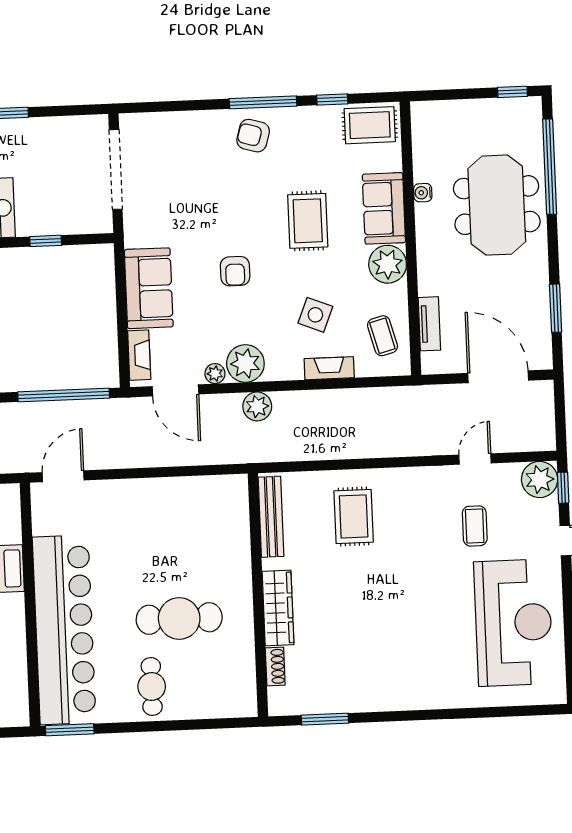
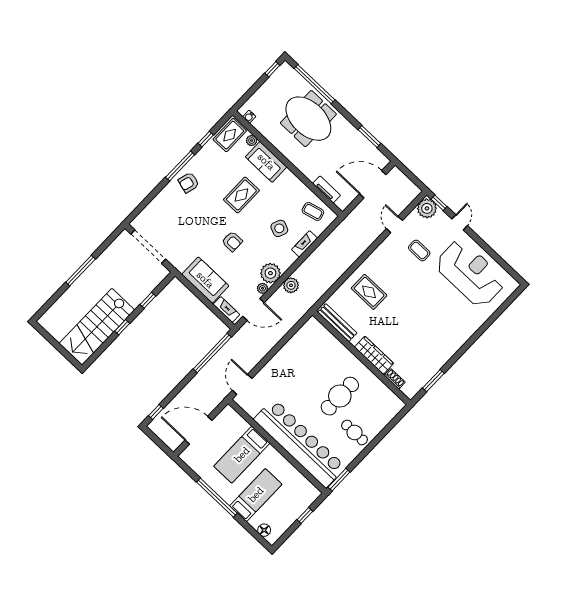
water cooler: (423, 193) -> (249, 117), moved
rug: (308, 221) -> (241, 195), turned 90
plant: (388, 264) -> (252, 141), moved, width x0.53, depth x0.53

